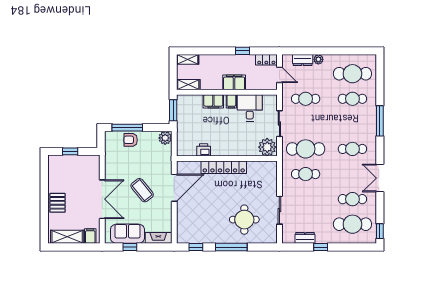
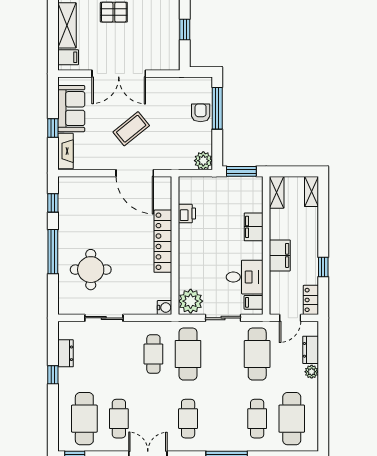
cafe table: (306, 99) -> (257, 354), width x1.37, depth x1.35
filing cabinet: (231, 101) -> (254, 302), moved
water cooler: (272, 166) -> (165, 308), added
window: (130, 247) -> (53, 128), moved

